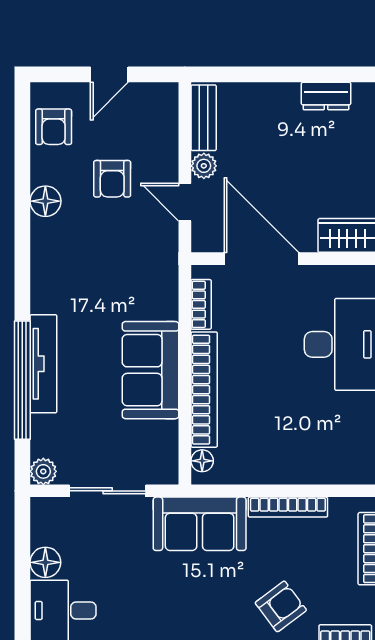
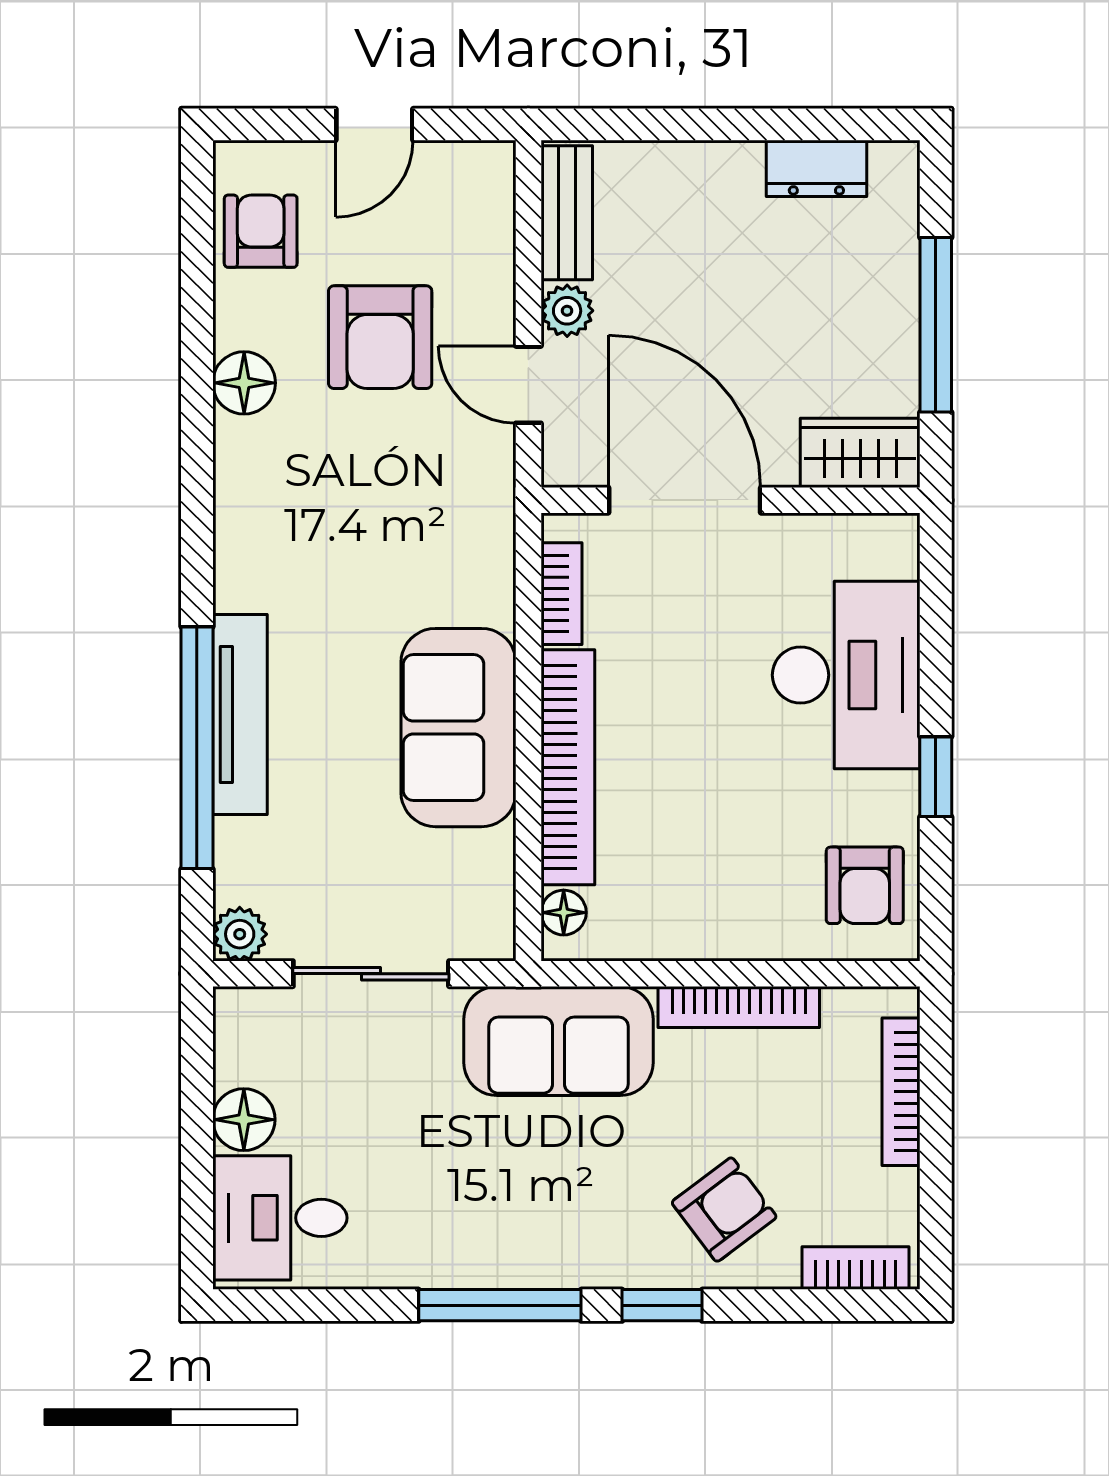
armchair: (54, 127) -> (261, 231), turned 180
armchair: (112, 179) -> (380, 337), width x1.38, depth x1.38
armchair: (350, 447) -> (865, 885), added

